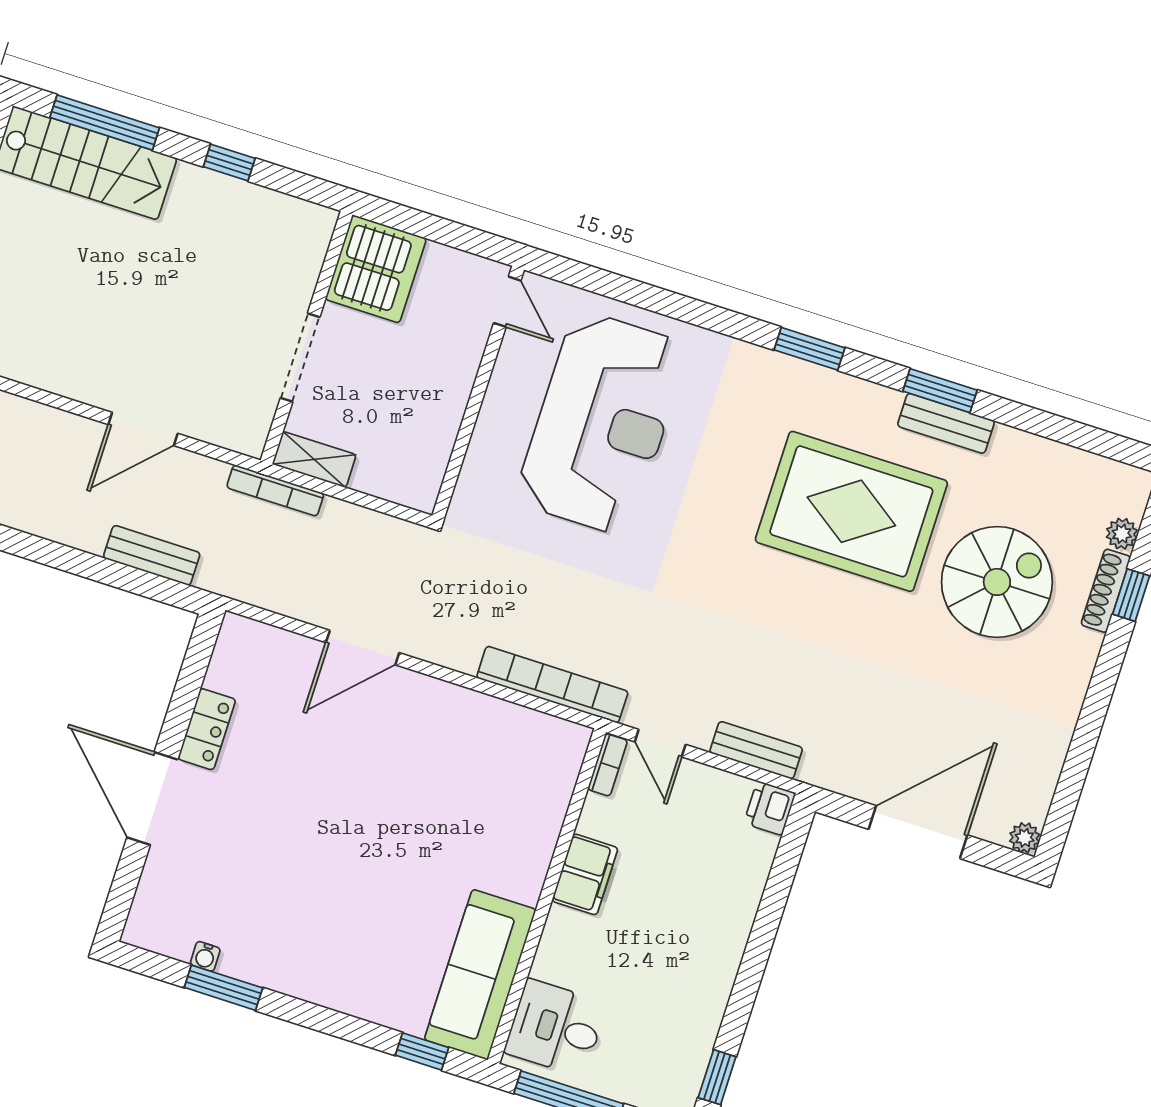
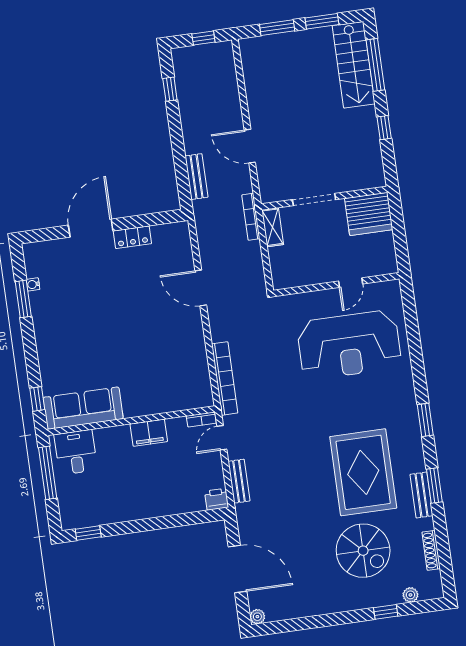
door: (507, 302) -> (351, 283), moved
shoe rack: (1106, 591) -> (431, 550), moved, turned -90

